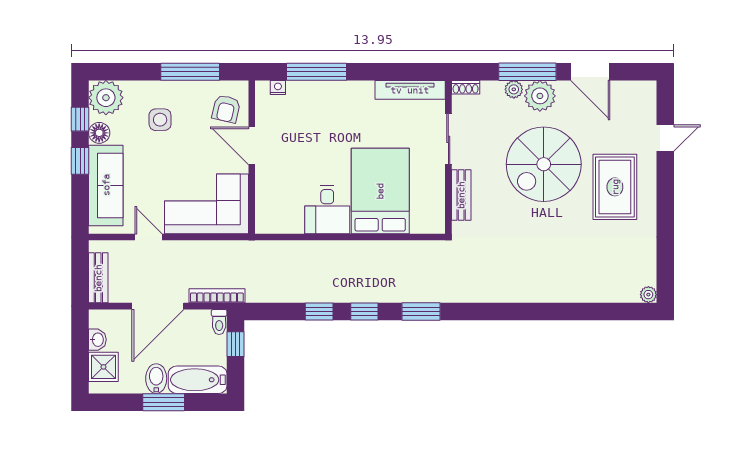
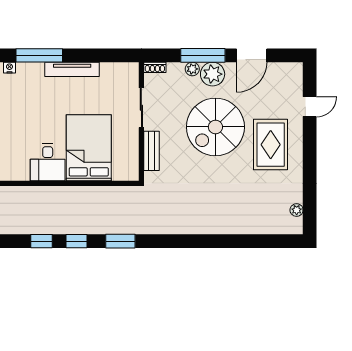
door: (590, 72) -> (252, 55), hinge flipped
tv unit: (410, 90) -> (72, 69), moved
plant: (648, 295) -> (297, 210), moved

